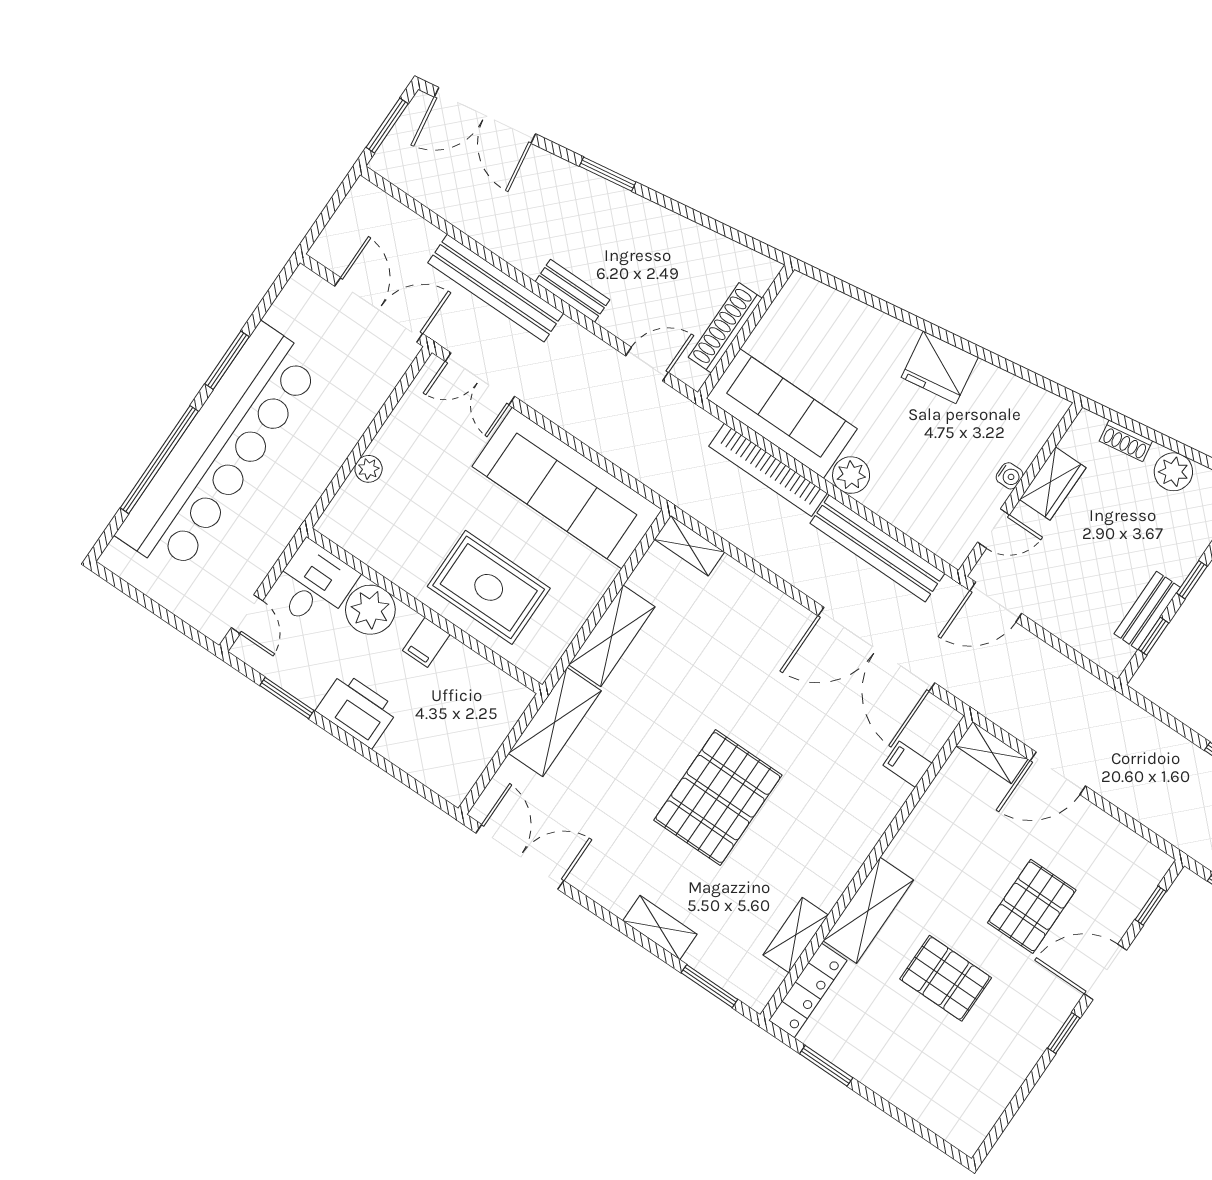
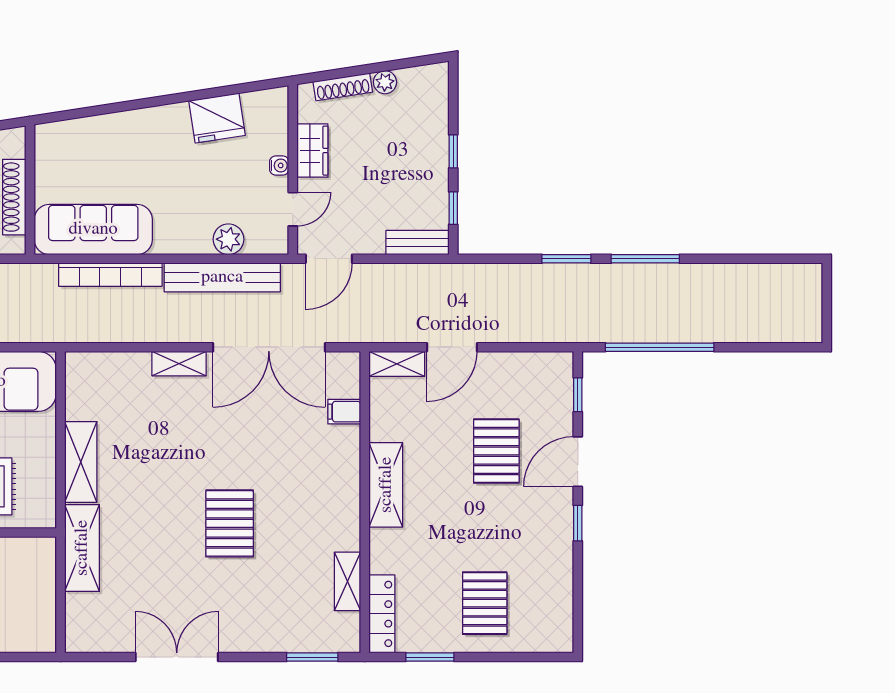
fridge: (940, 367) -> (217, 118), moved
shoe rack: (1126, 441) -> (343, 87), width x1.43
plant: (1173, 472) -> (385, 82), width x0.73, depth x0.73
plant: (851, 475) -> (228, 239), moved
shelving: (689, 546) -> (179, 364), moved
bench: (1147, 611) -> (418, 243), moved, turned 90
pallet: (718, 798) -> (230, 523), width x0.73, depth x0.71
double door: (520, 857) -> (177, 657), moved
shelving: (868, 910) -> (386, 485), moved
shelving: (660, 927) -> (251, 640), removed
pallet: (946, 978) -> (485, 603), moved, turned 90

